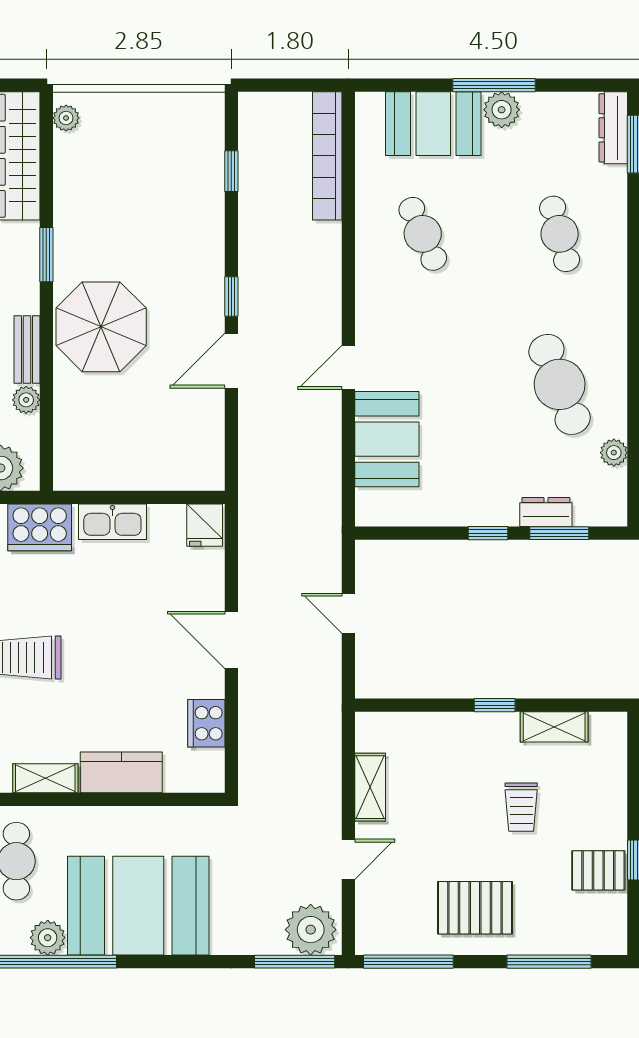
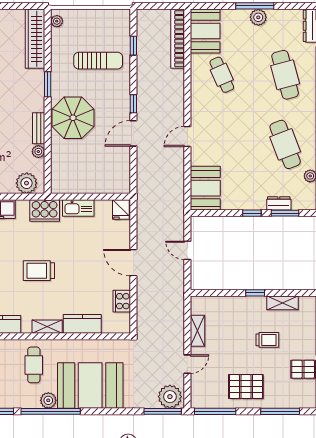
booth: (433, 124) -> (205, 31), moved, turned 90
sun lounger: (156, 203) -> (98, 61), added
cafe table: (560, 234) -> (285, 75), width x1.37, depth x1.35
booth: (387, 439) -> (205, 188), moved
trolley: (521, 807) -> (267, 340), turned -90

